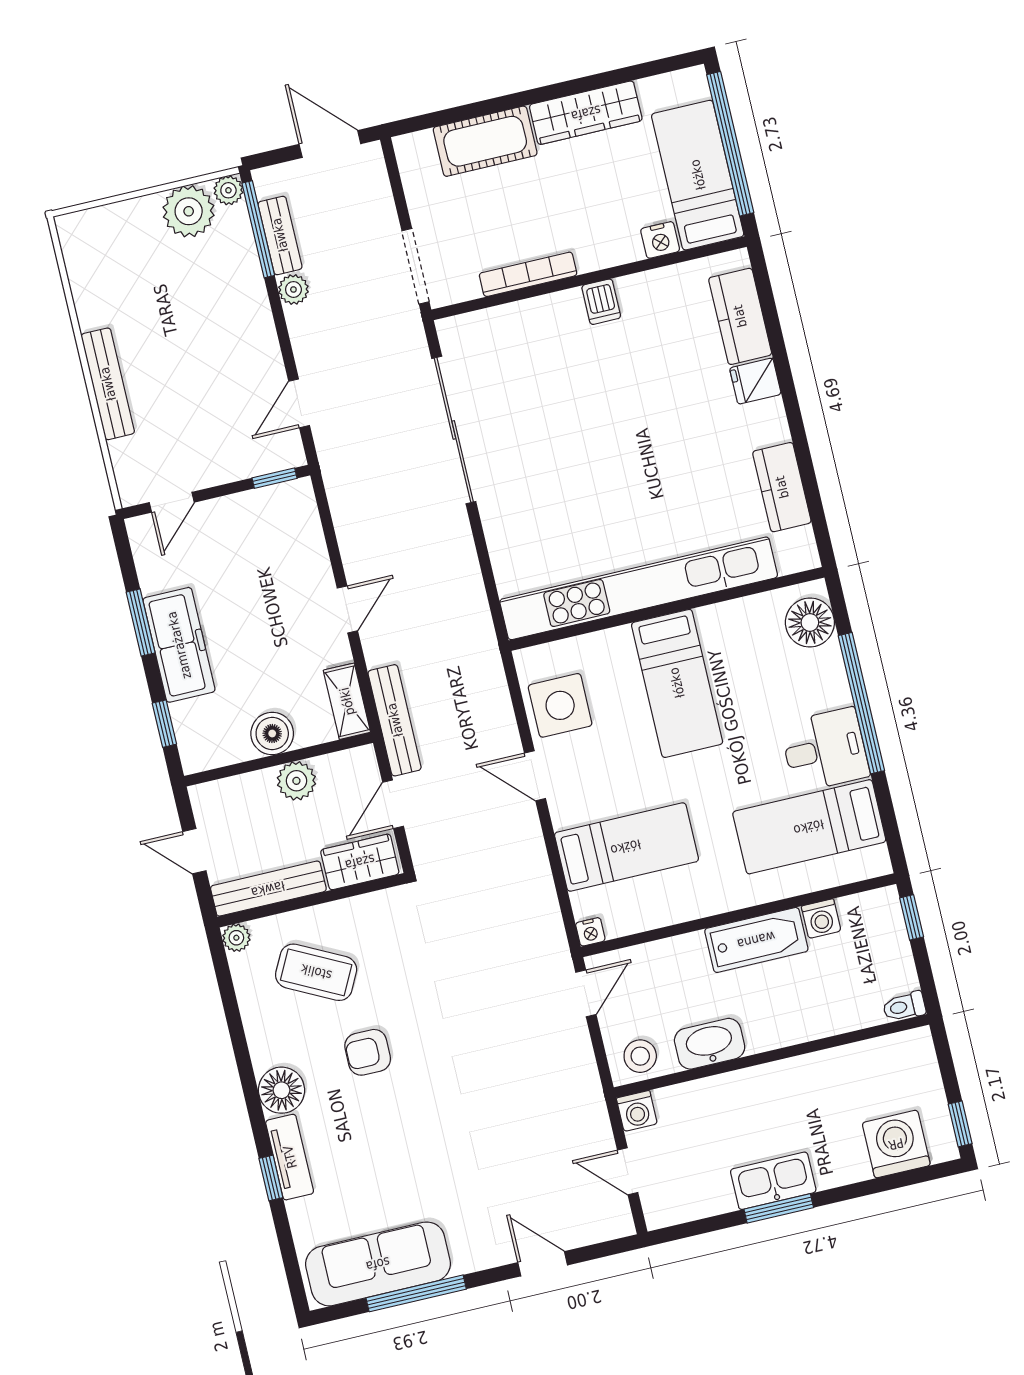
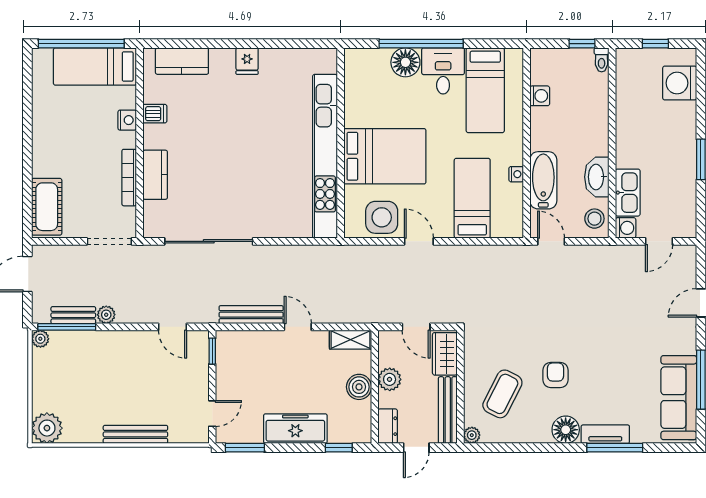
wardrobe: (586, 113) -> (44, 123), removed
cot: (485, 141) -> (47, 207), moved
plant: (189, 211) -> (47, 428), moved
nightstand: (660, 240) -> (127, 120), moved
dishwasher: (601, 302) -> (155, 114), moved
fridge: (755, 381) -> (247, 61), moved
kitchen counter: (782, 487) -> (155, 175), moved, turned -90
door: (172, 502) -> (212, 414), hinge flipped
window: (141, 622) -> (245, 448), moved
floor lamp: (810, 622) -> (405, 62), moved
bed: (677, 683) -> (385, 156), width x1.50
bench: (395, 720) -> (251, 315), moved
door: (535, 776) -> (419, 241), swing flipped
dresser: (219, 796) -> (388, 426), added
window: (912, 917) -> (582, 44), moved
nightstand: (590, 932) -> (516, 174), moved
bathtub: (756, 940) -> (543, 180), moved
armchair: (368, 1052) -> (555, 375), turned 180
window: (960, 1124) -> (655, 44), moved
window: (271, 1178) -> (615, 448), width x2.17
kitchen sink: (773, 1181) -> (628, 193), moved, turned 180

